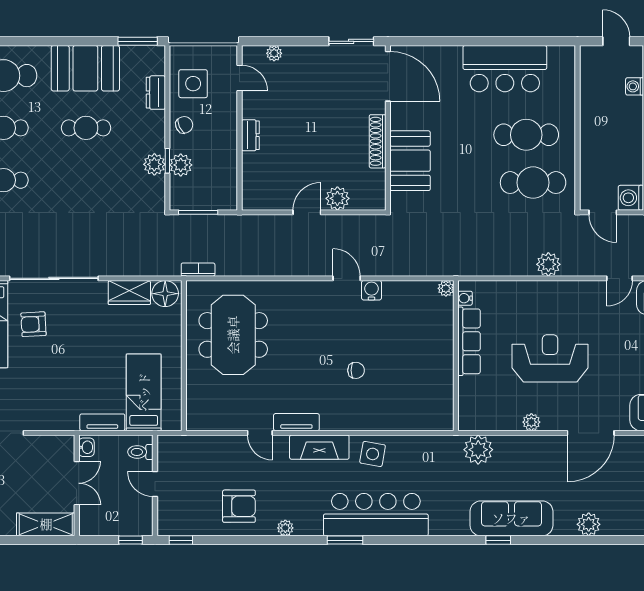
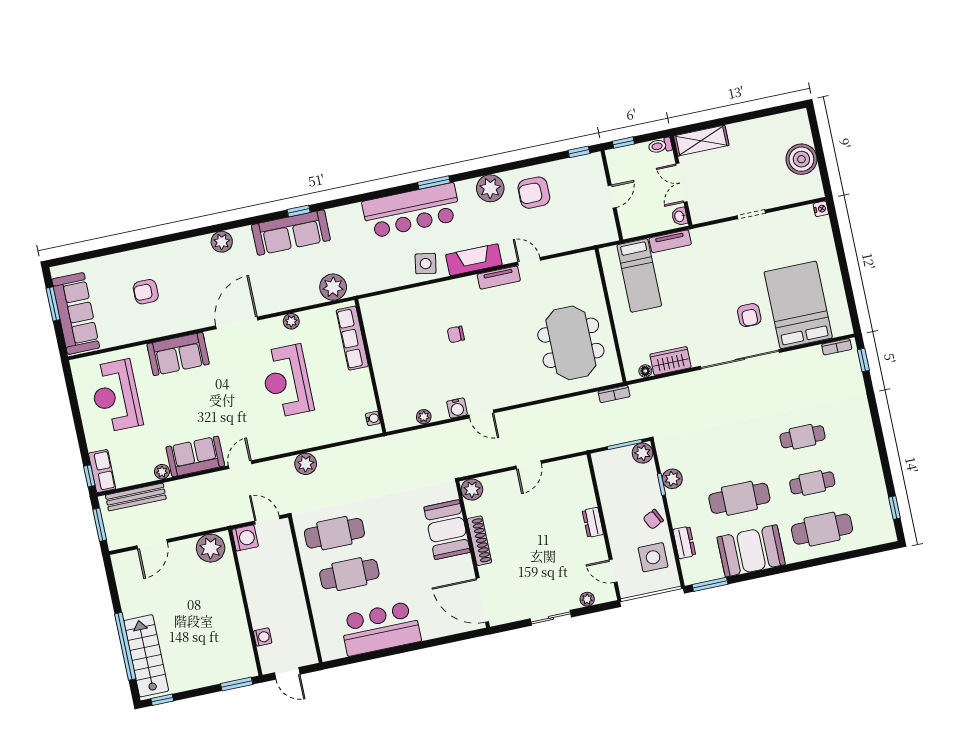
sliding door: (351, 41) -> (551, 618), moved
cafe table: (86, 128) -> (739, 498), width x1.37, depth x1.35
plant: (181, 165) -> (642, 453), moved
plant: (337, 198) -> (472, 490), moved
plant: (446, 288) -> (424, 417), moved
floor lamp: (165, 294) -> (645, 371), width x0.53, depth x0.53
armchair: (33, 324) -> (749, 315), turned 93
row of seats: (469, 341) -> (352, 338), moved
reception desk: (550, 358) -> (287, 381), turned 90
toilet: (140, 452) -> (660, 146), moved, turned 180
door: (155, 484) -> (612, 197), hinge flipped
plant: (285, 528) -> (490, 188), width x1.87, depth x1.87

